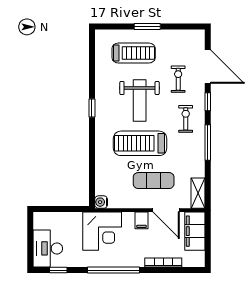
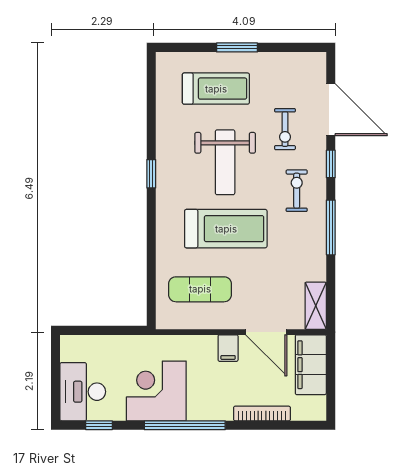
exercise bike: (178, 79) -> (285, 129), turned 180
treadmill: (140, 143) -> (226, 229), turned 180
exercise mat: (154, 181) -> (200, 289), moved
water cooler: (101, 202) -> (165, 320), removed
corner desk: (102, 231) -> (156, 391), moved, turned 180

